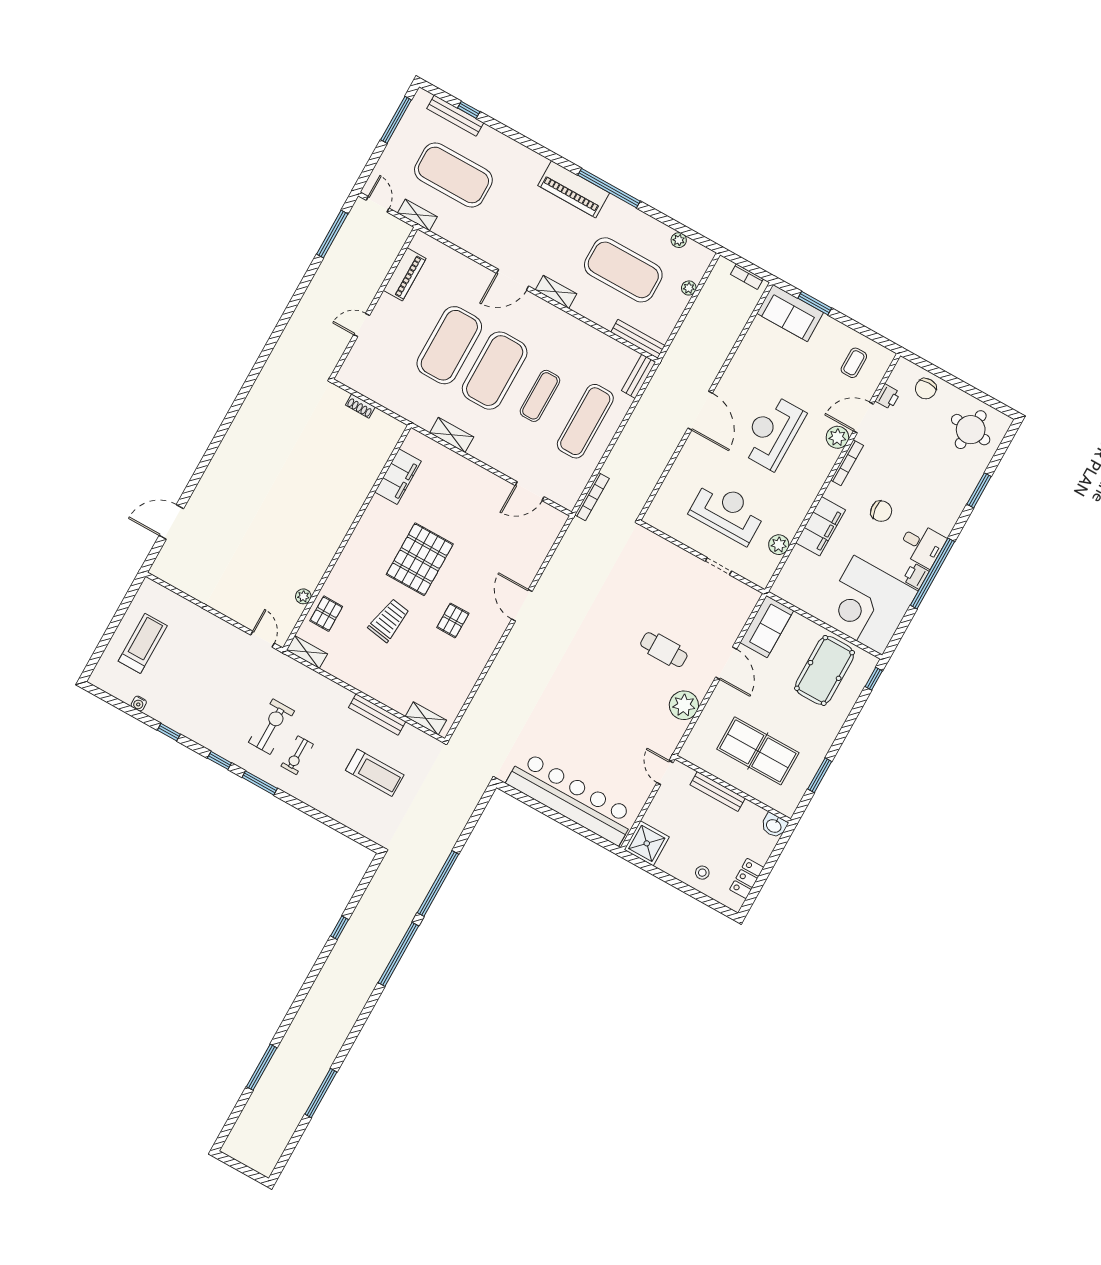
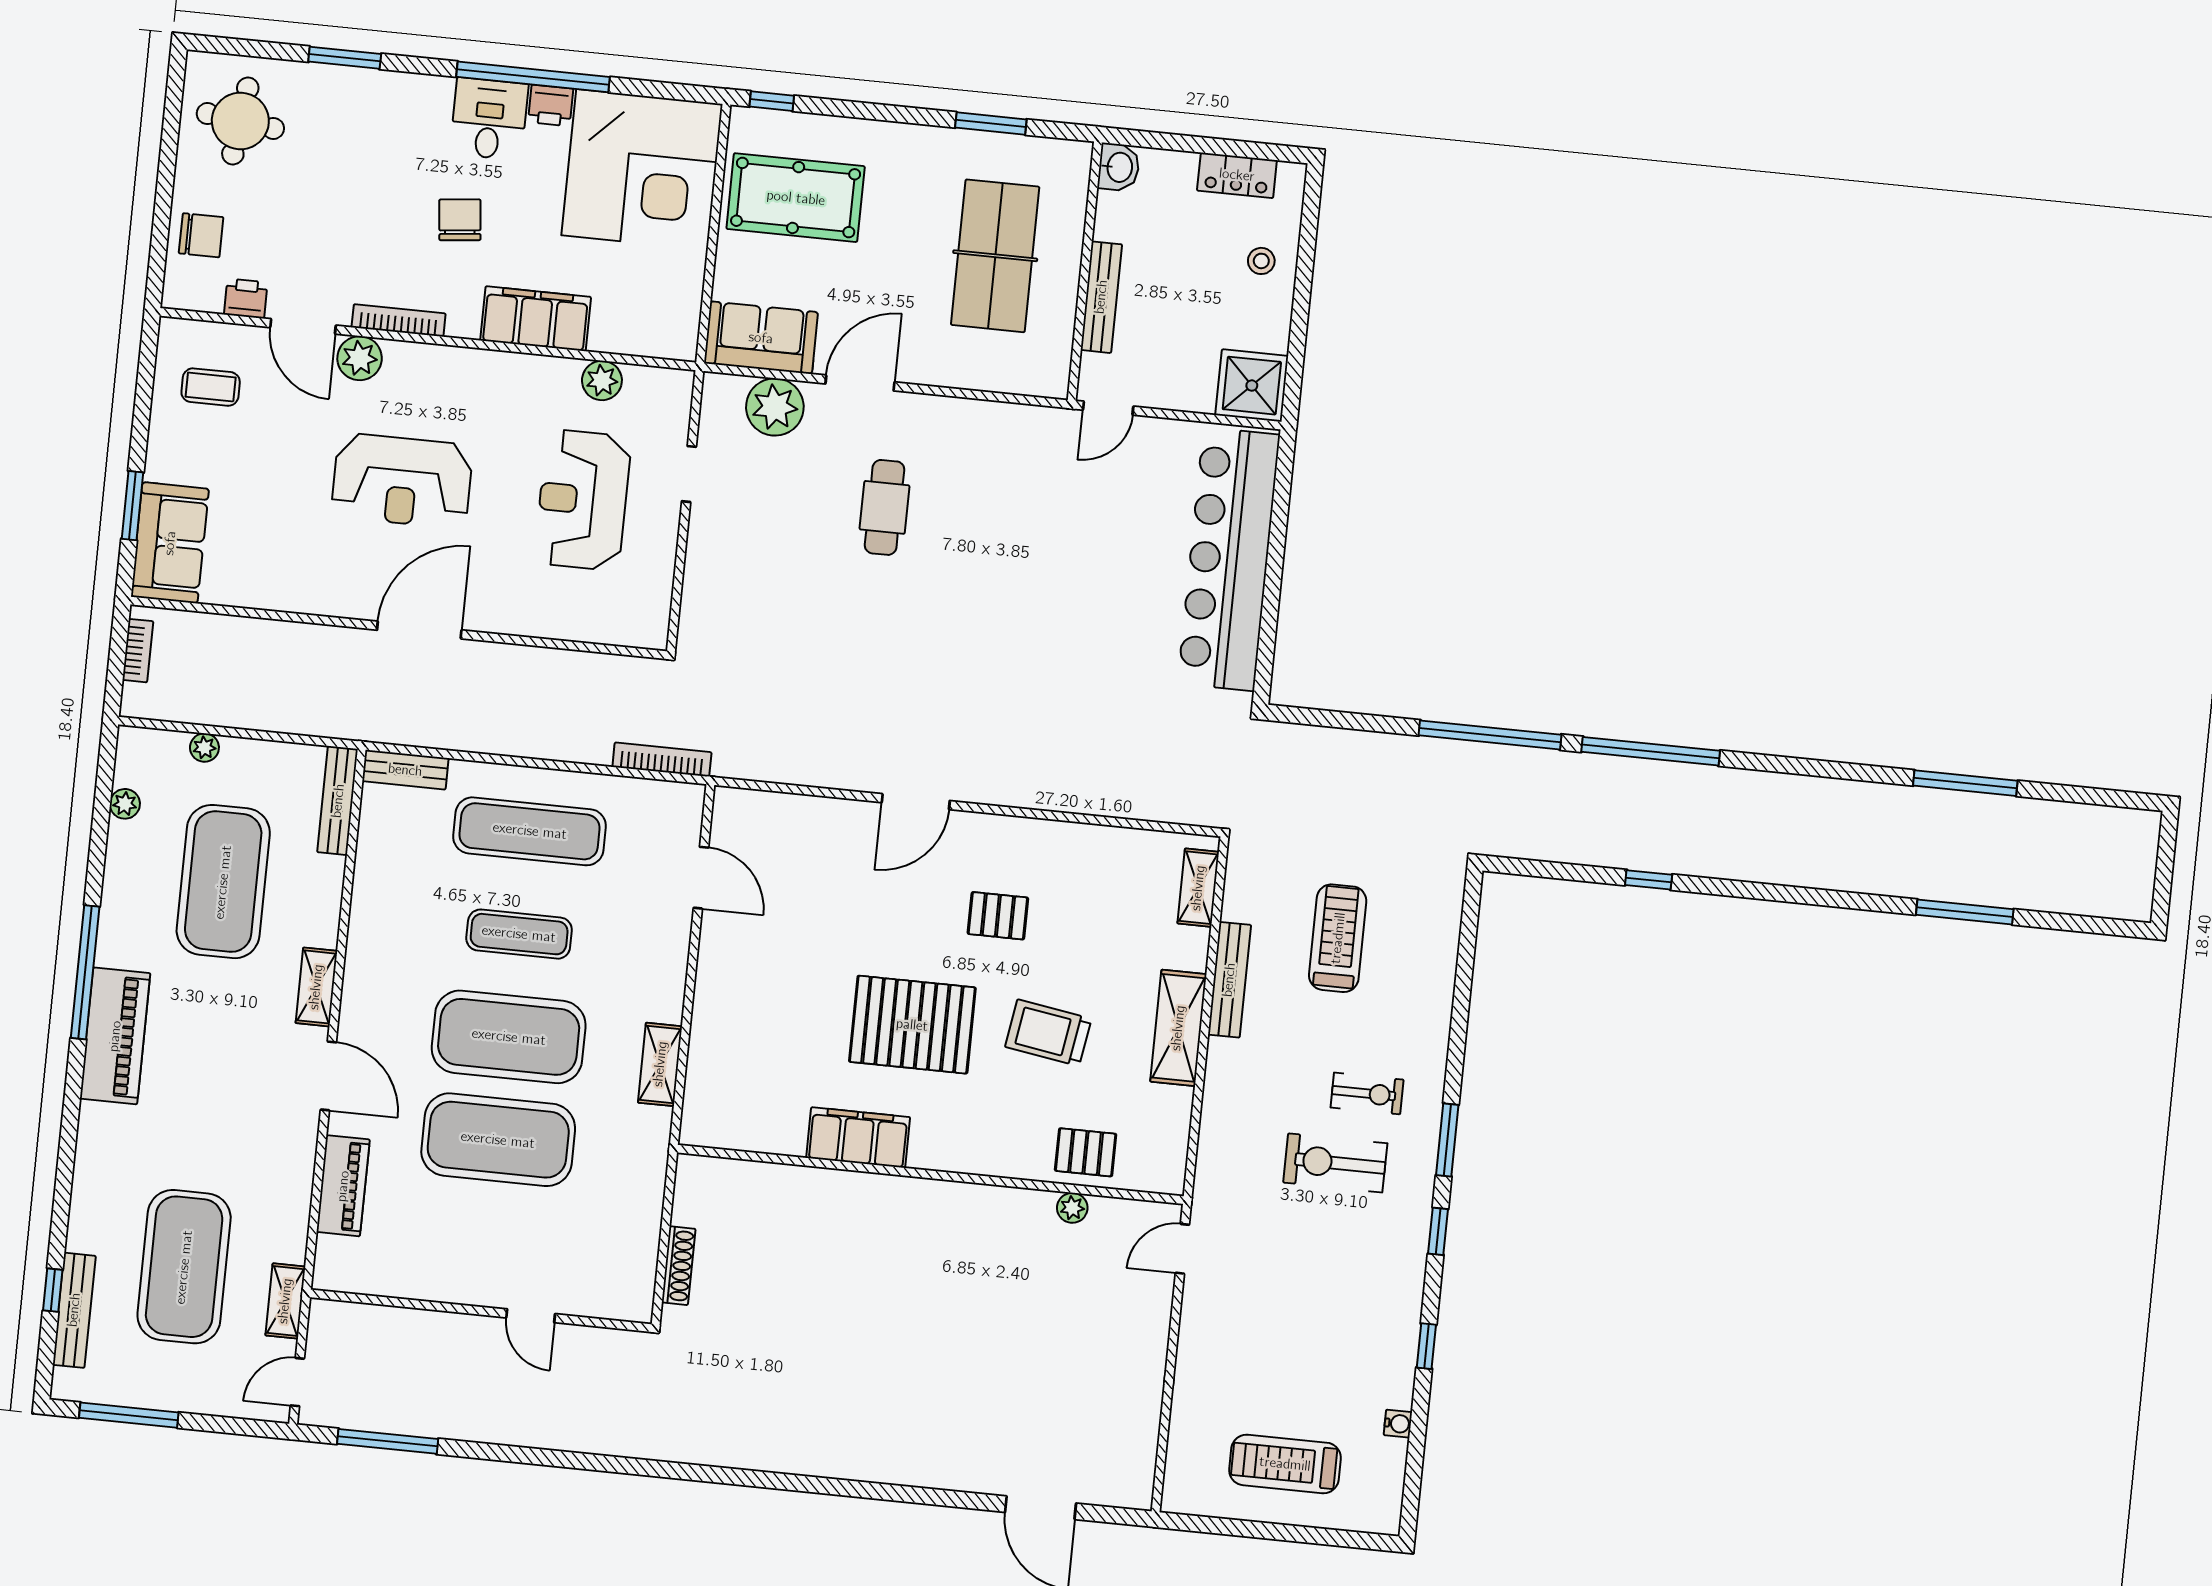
piano: (405, 274) -> (343, 1186), moved, turned 90
shoe rack: (360, 406) -> (679, 1266), width x1.43
filing cabinet: (398, 477) -> (858, 1137), moved
shelving: (307, 652) -> (1178, 1028), moved, width x1.50, depth x1.33
plant: (684, 705) -> (775, 407), moved

